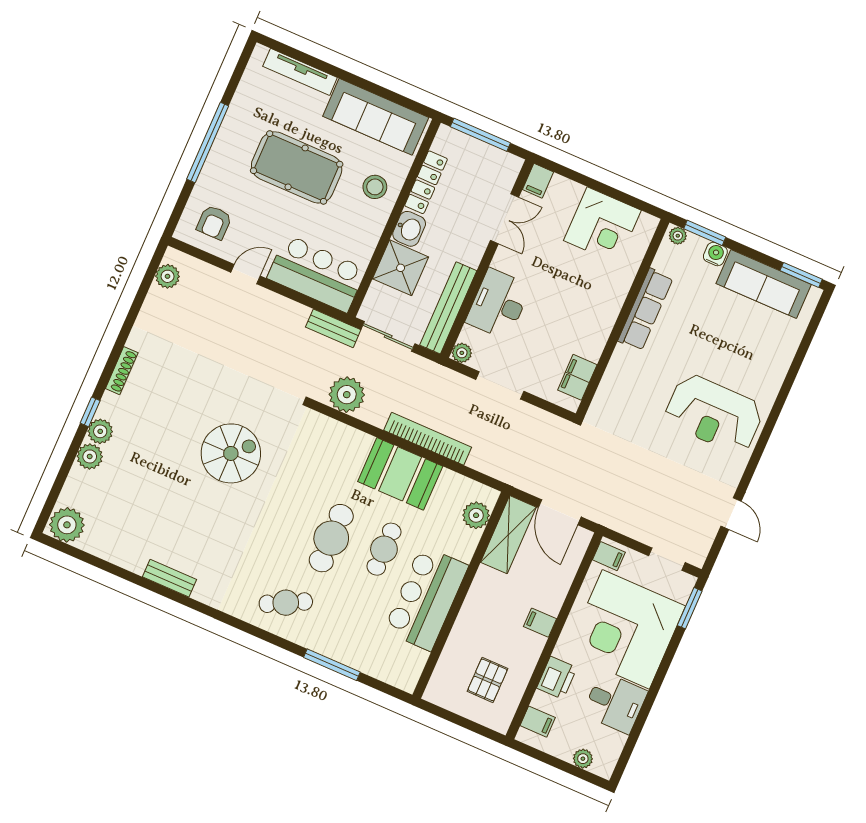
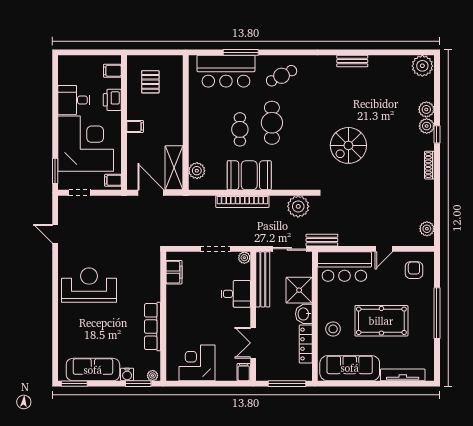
desk: (498, 304) -> (236, 294), width x0.73
bar counter: (426, 598) -> (226, 71), moved, turned 90
plant: (583, 759) -> (78, 61), removed

